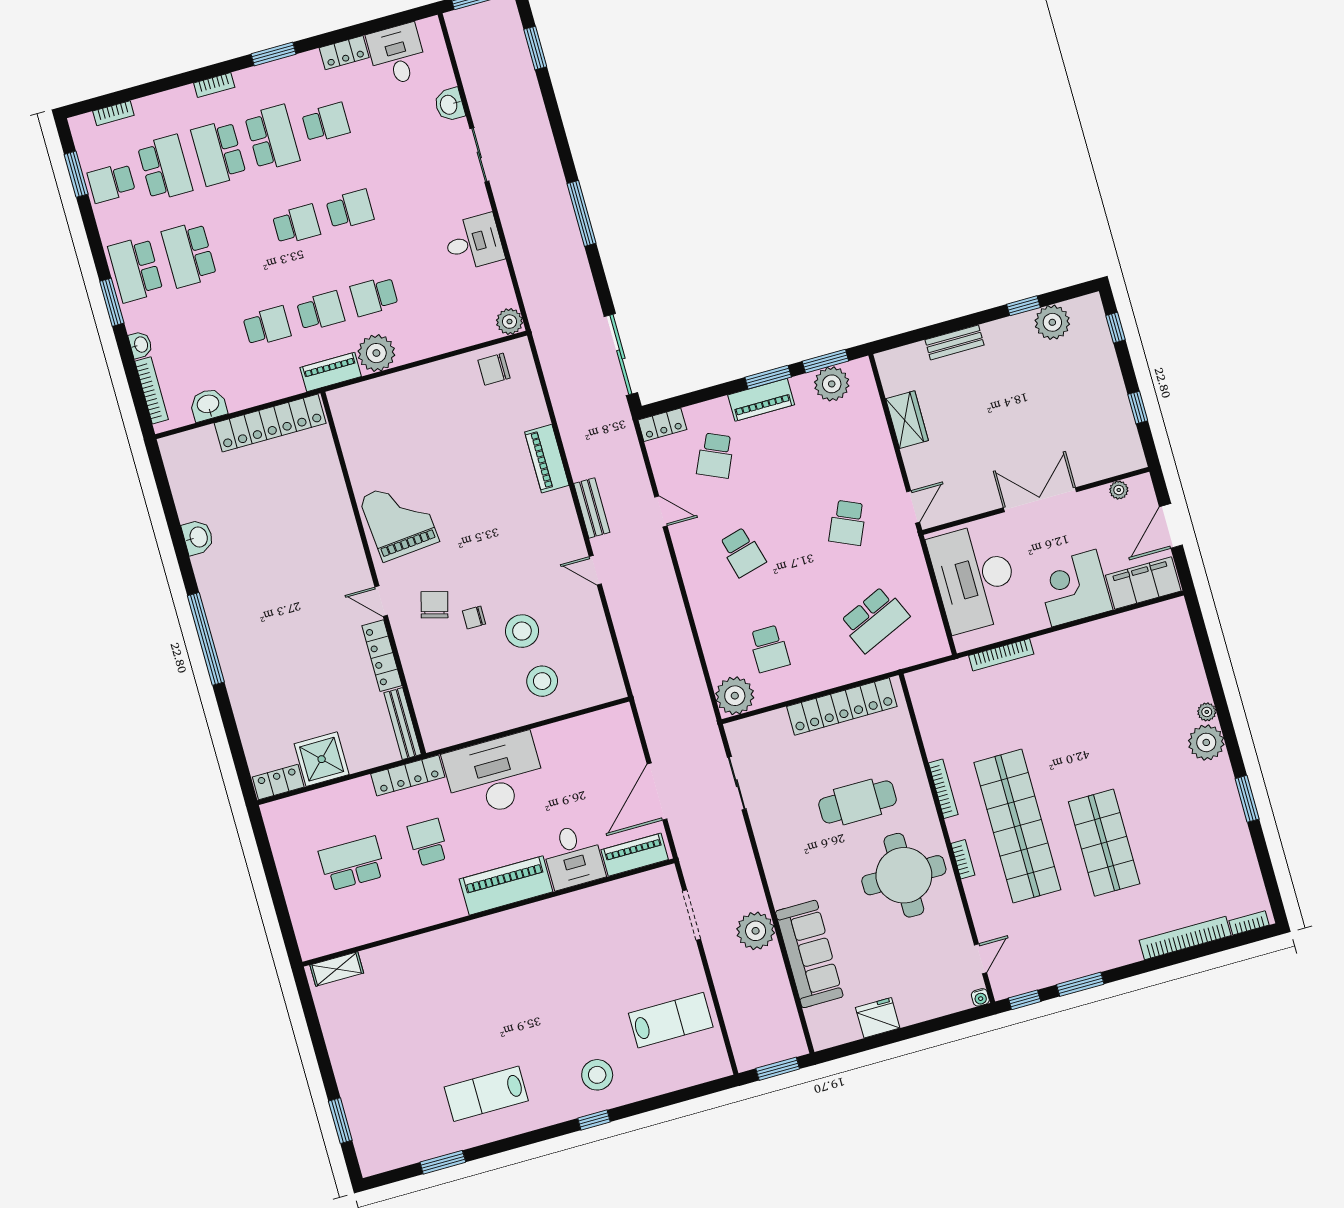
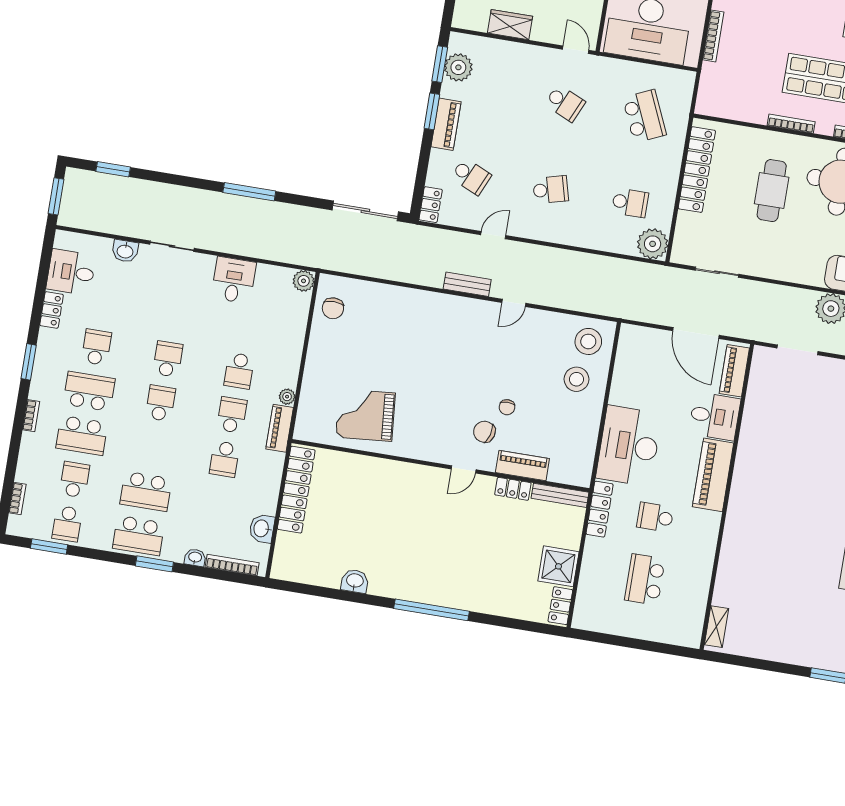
school desk: (165, 168) -> (75, 480), width x0.54
school desk: (267, 326) -> (224, 459), turned 180
plant: (376, 353) -> (287, 397), width x0.53, depth x0.53
piano: (547, 459) -> (522, 466), moved, turned 180
grand piano: (399, 519) -> (365, 415), moved
stool: (522, 631) -> (588, 341), moved
locker: (382, 656) -> (513, 489), width x0.66

